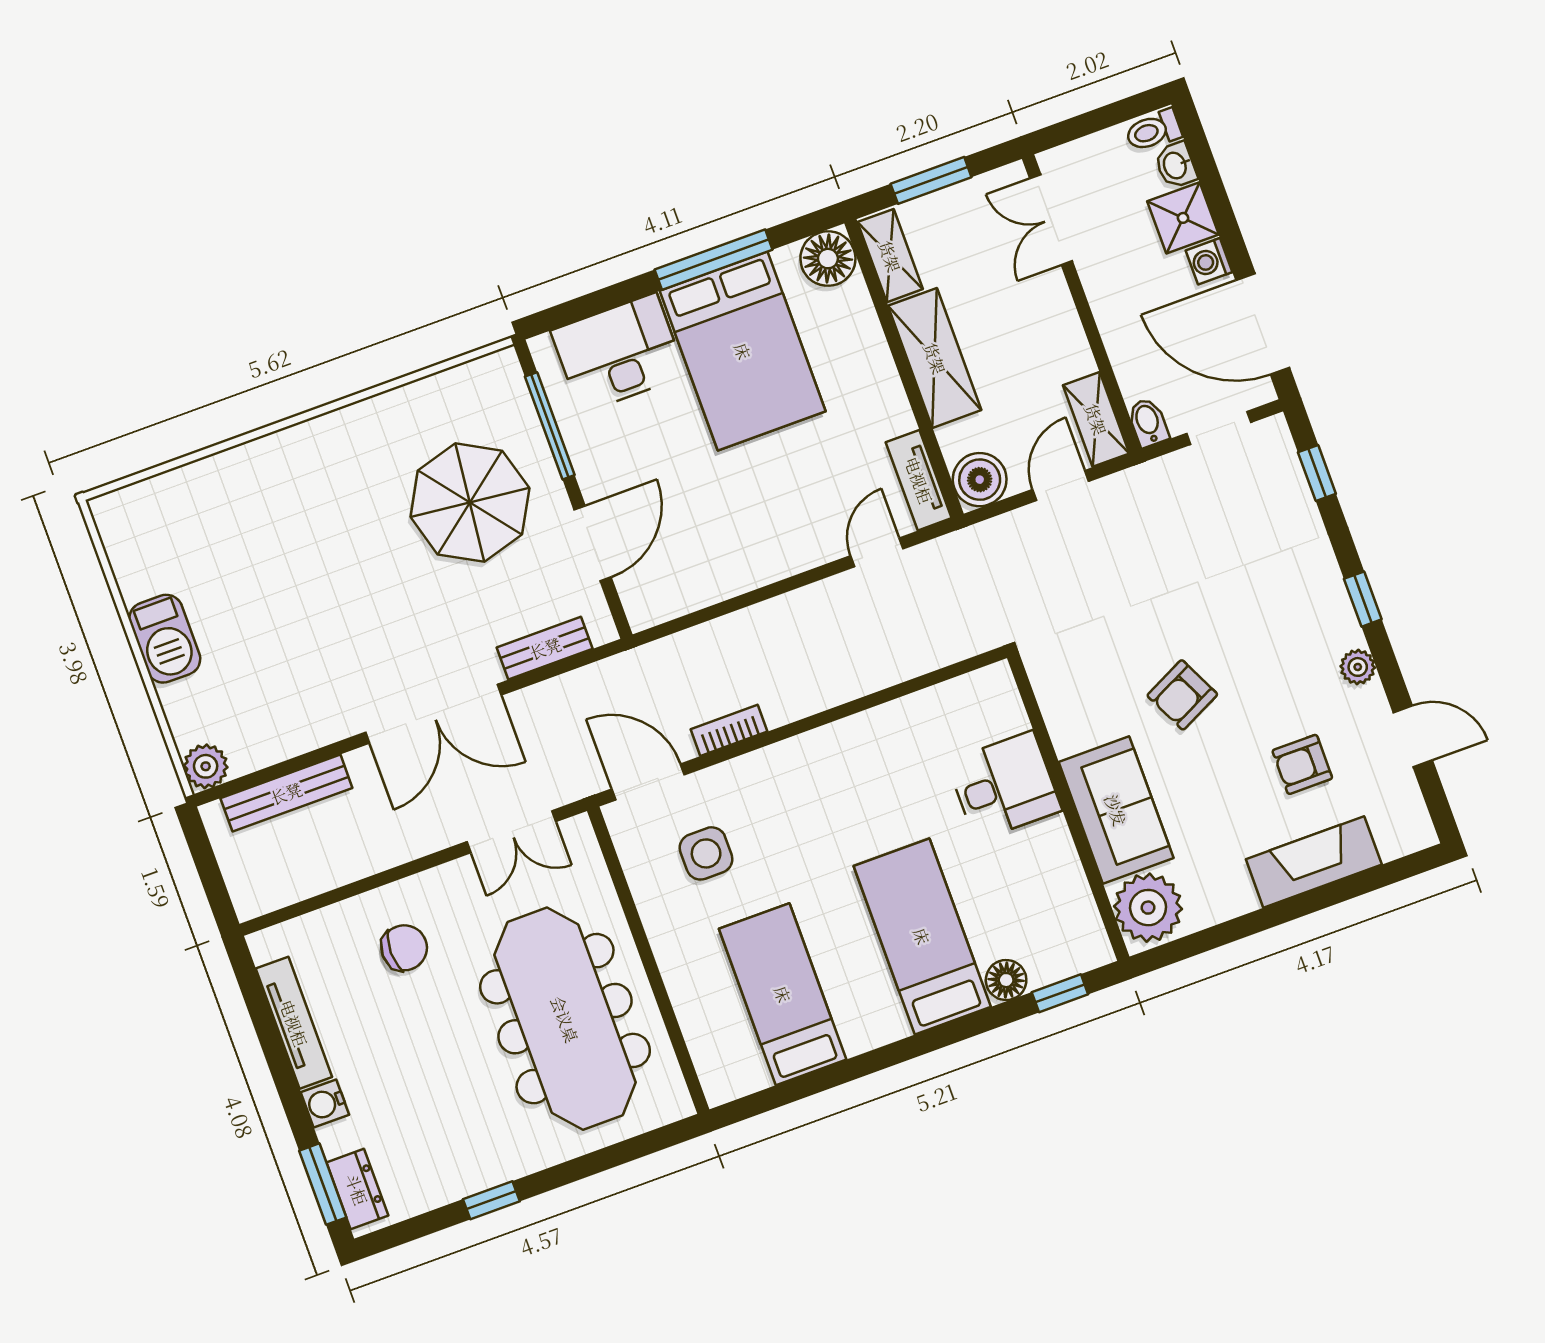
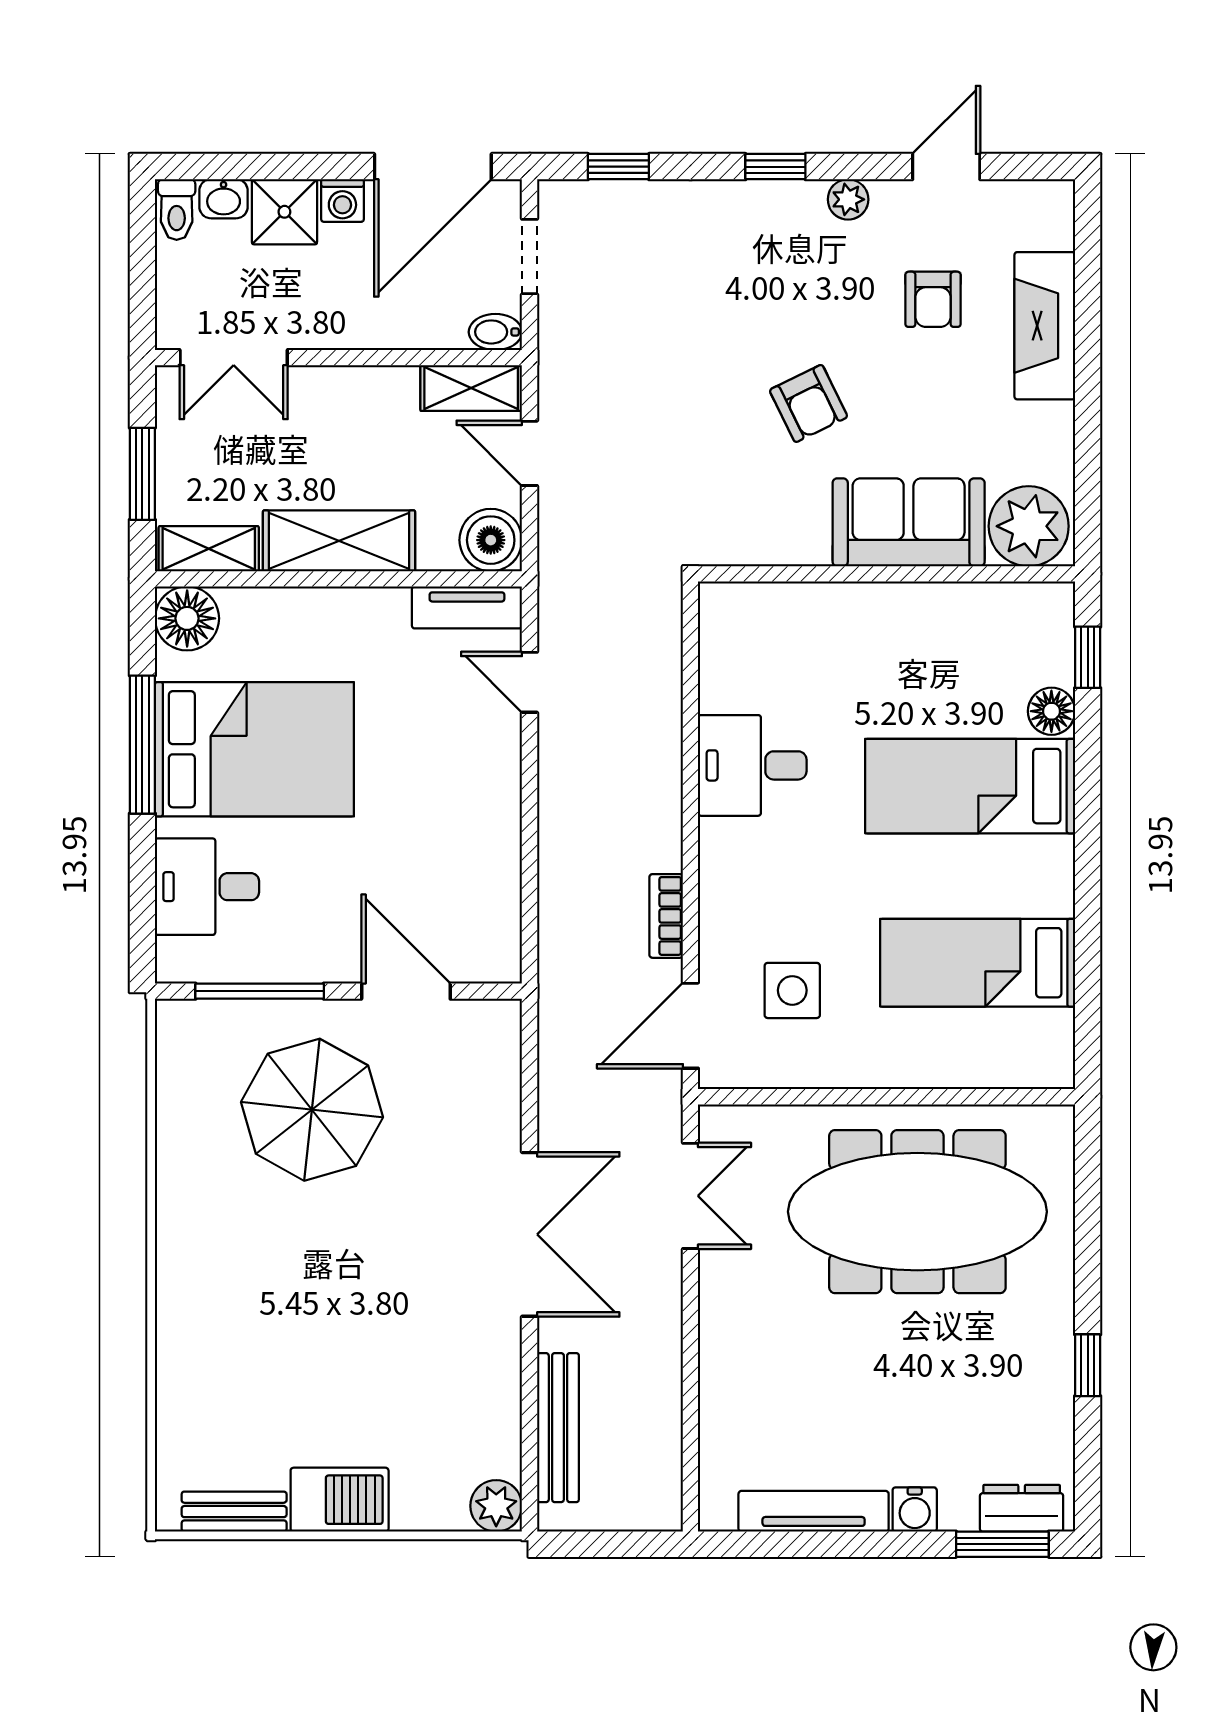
desk: (618, 353) -> (207, 887), width x0.73
bench: (545, 648) -> (234, 1512), moved, turned 90
desk: (1004, 786) -> (752, 765), moved, turned -90
chair: (404, 948) -> (775, 1360), removed

